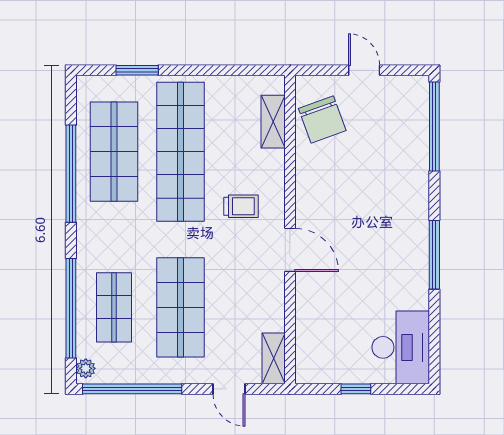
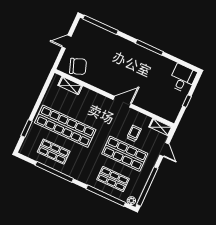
shop shelf: (114, 152) -> (54, 152), width x0.70, depth x0.74
trolley: (241, 206) -> (134, 133), moved
desk: (401, 347) -> (183, 78), width x0.73
door: (229, 389) -> (164, 149), hinge flipped

